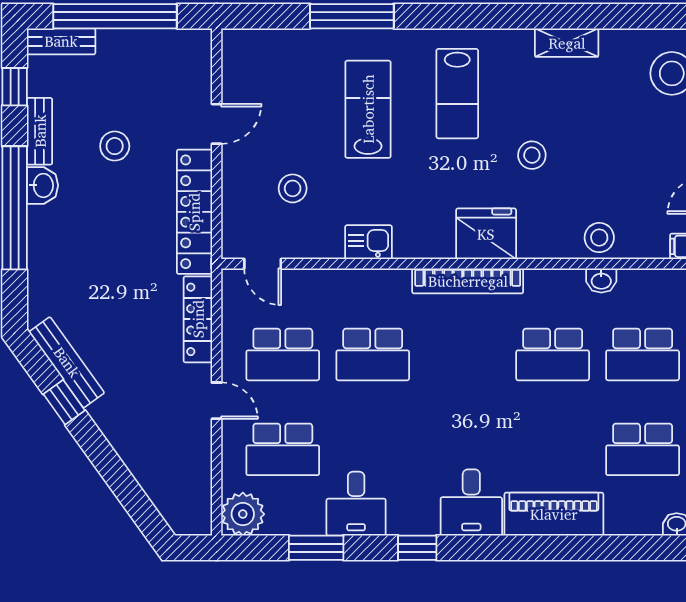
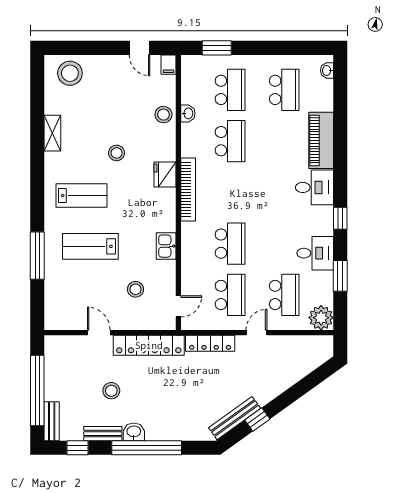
fridge: (486, 234) -> (165, 175), width x0.73, depth x0.75

